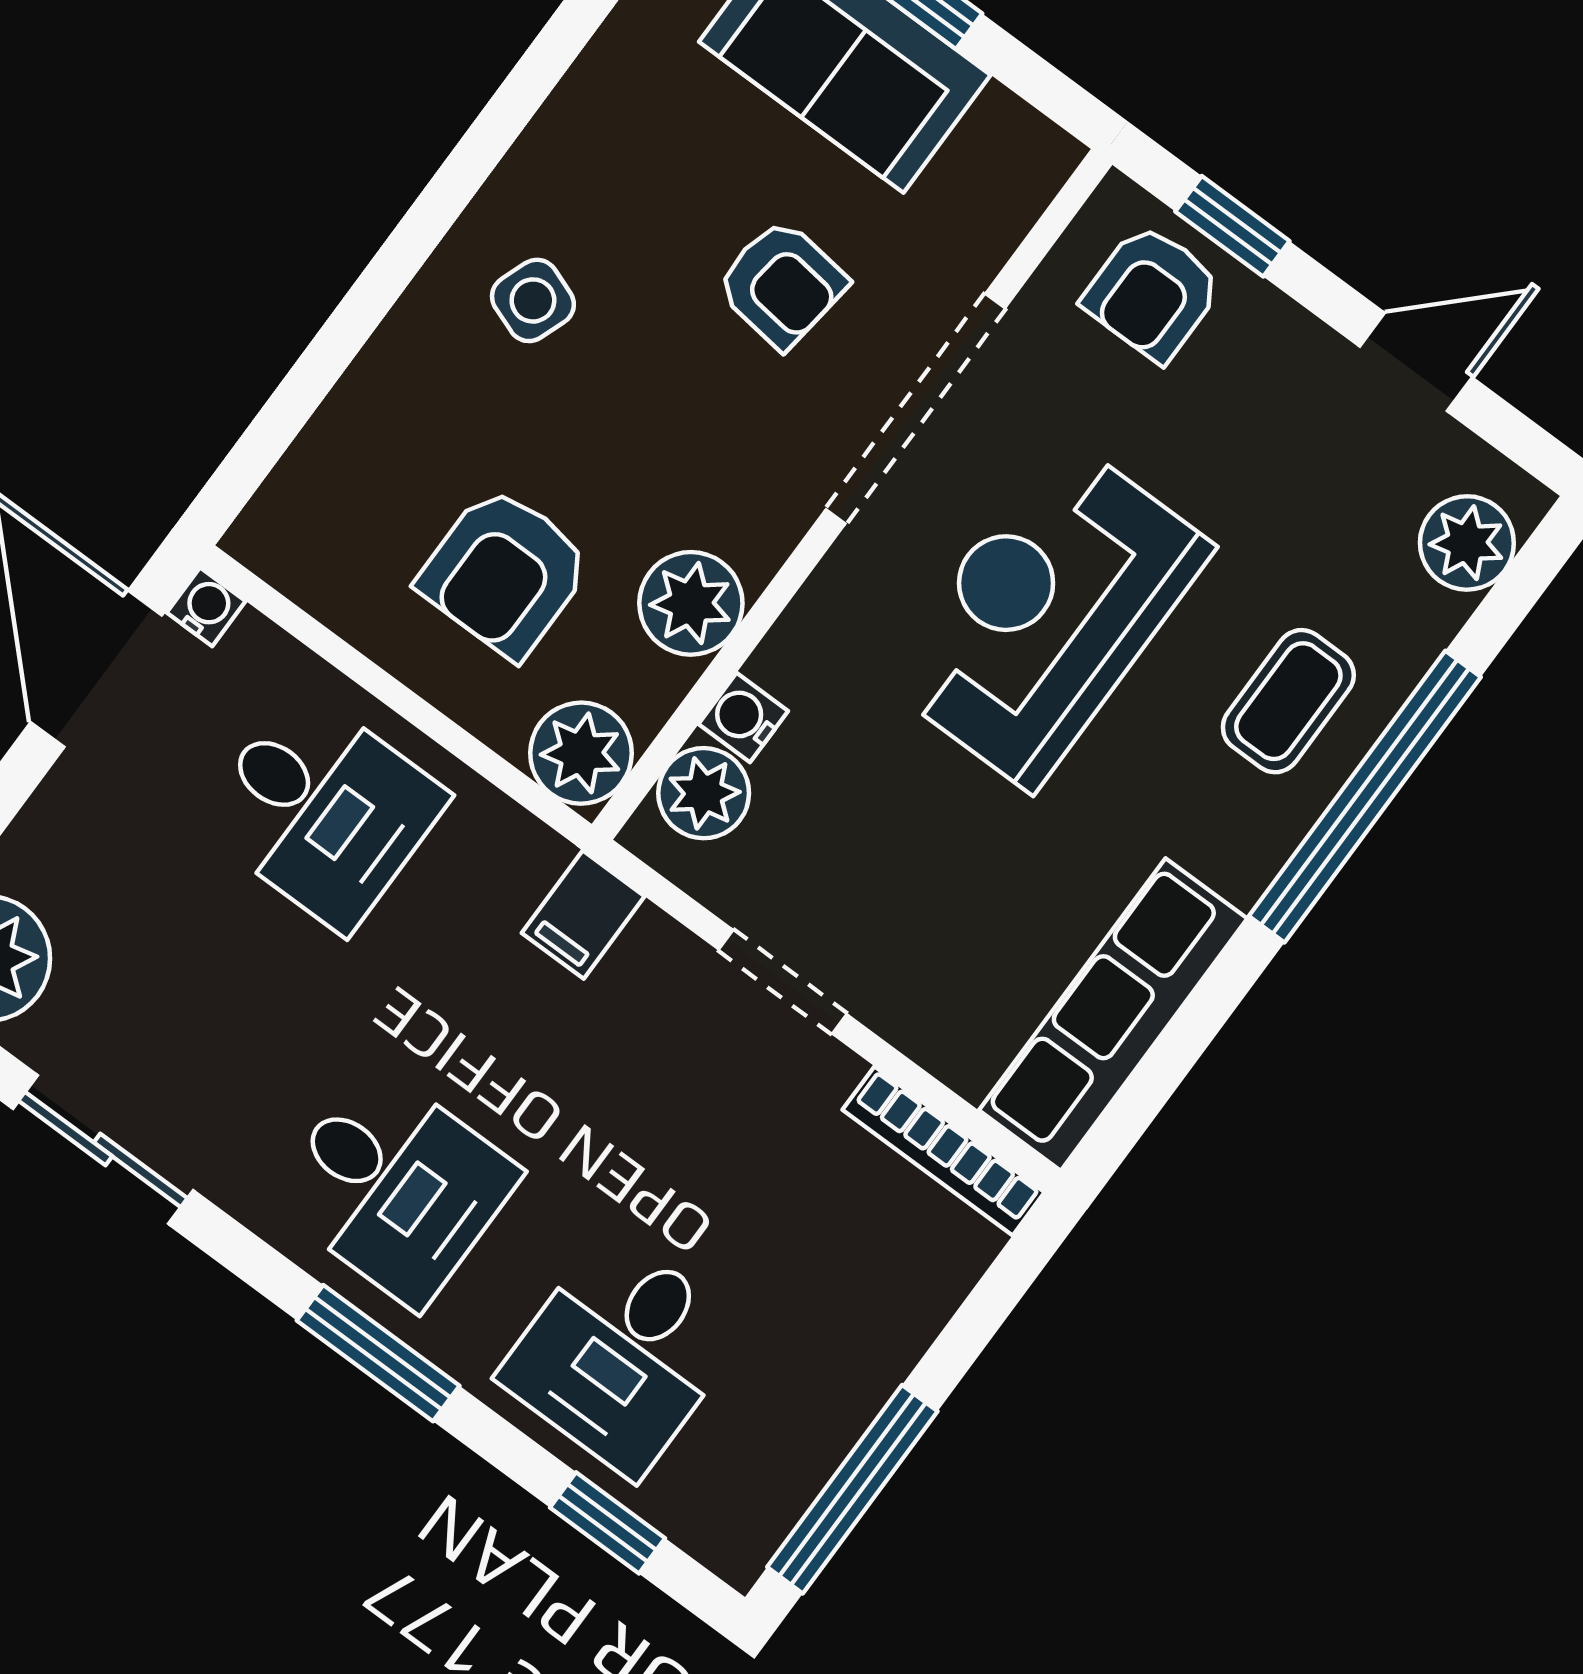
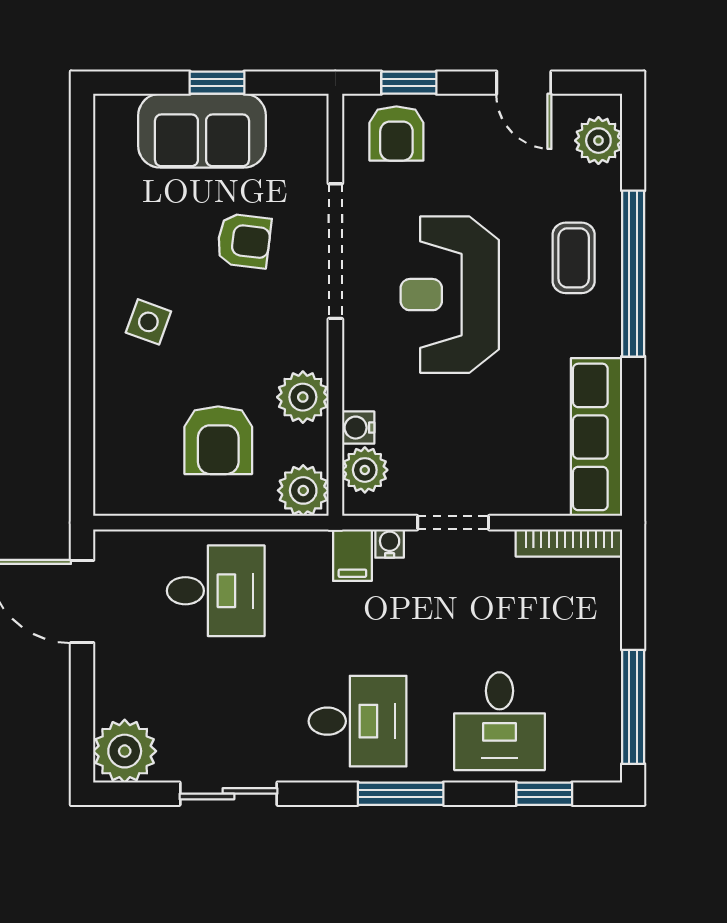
door: (1416, 362) -> (524, 83), swing flipped
water cooler: (206, 607) -> (390, 543), moved

